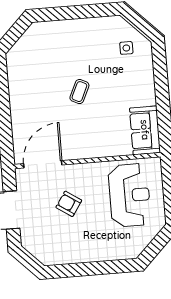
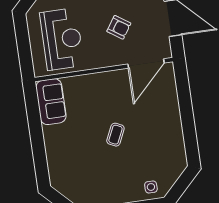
side table: (126, 48) -> (151, 187), moved
reception desk: (129, 195) -> (62, 39), turned 180

